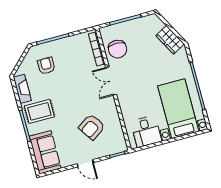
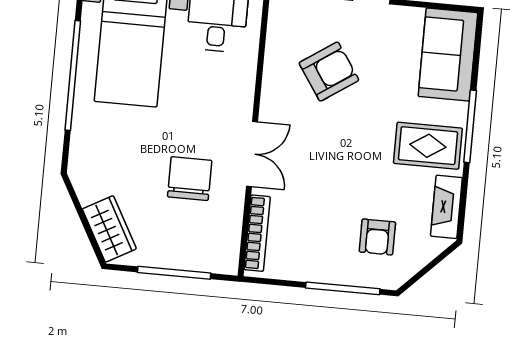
wardrobe: (170, 40) -> (109, 229), moved
chair: (118, 49) -> (190, 179), moved

